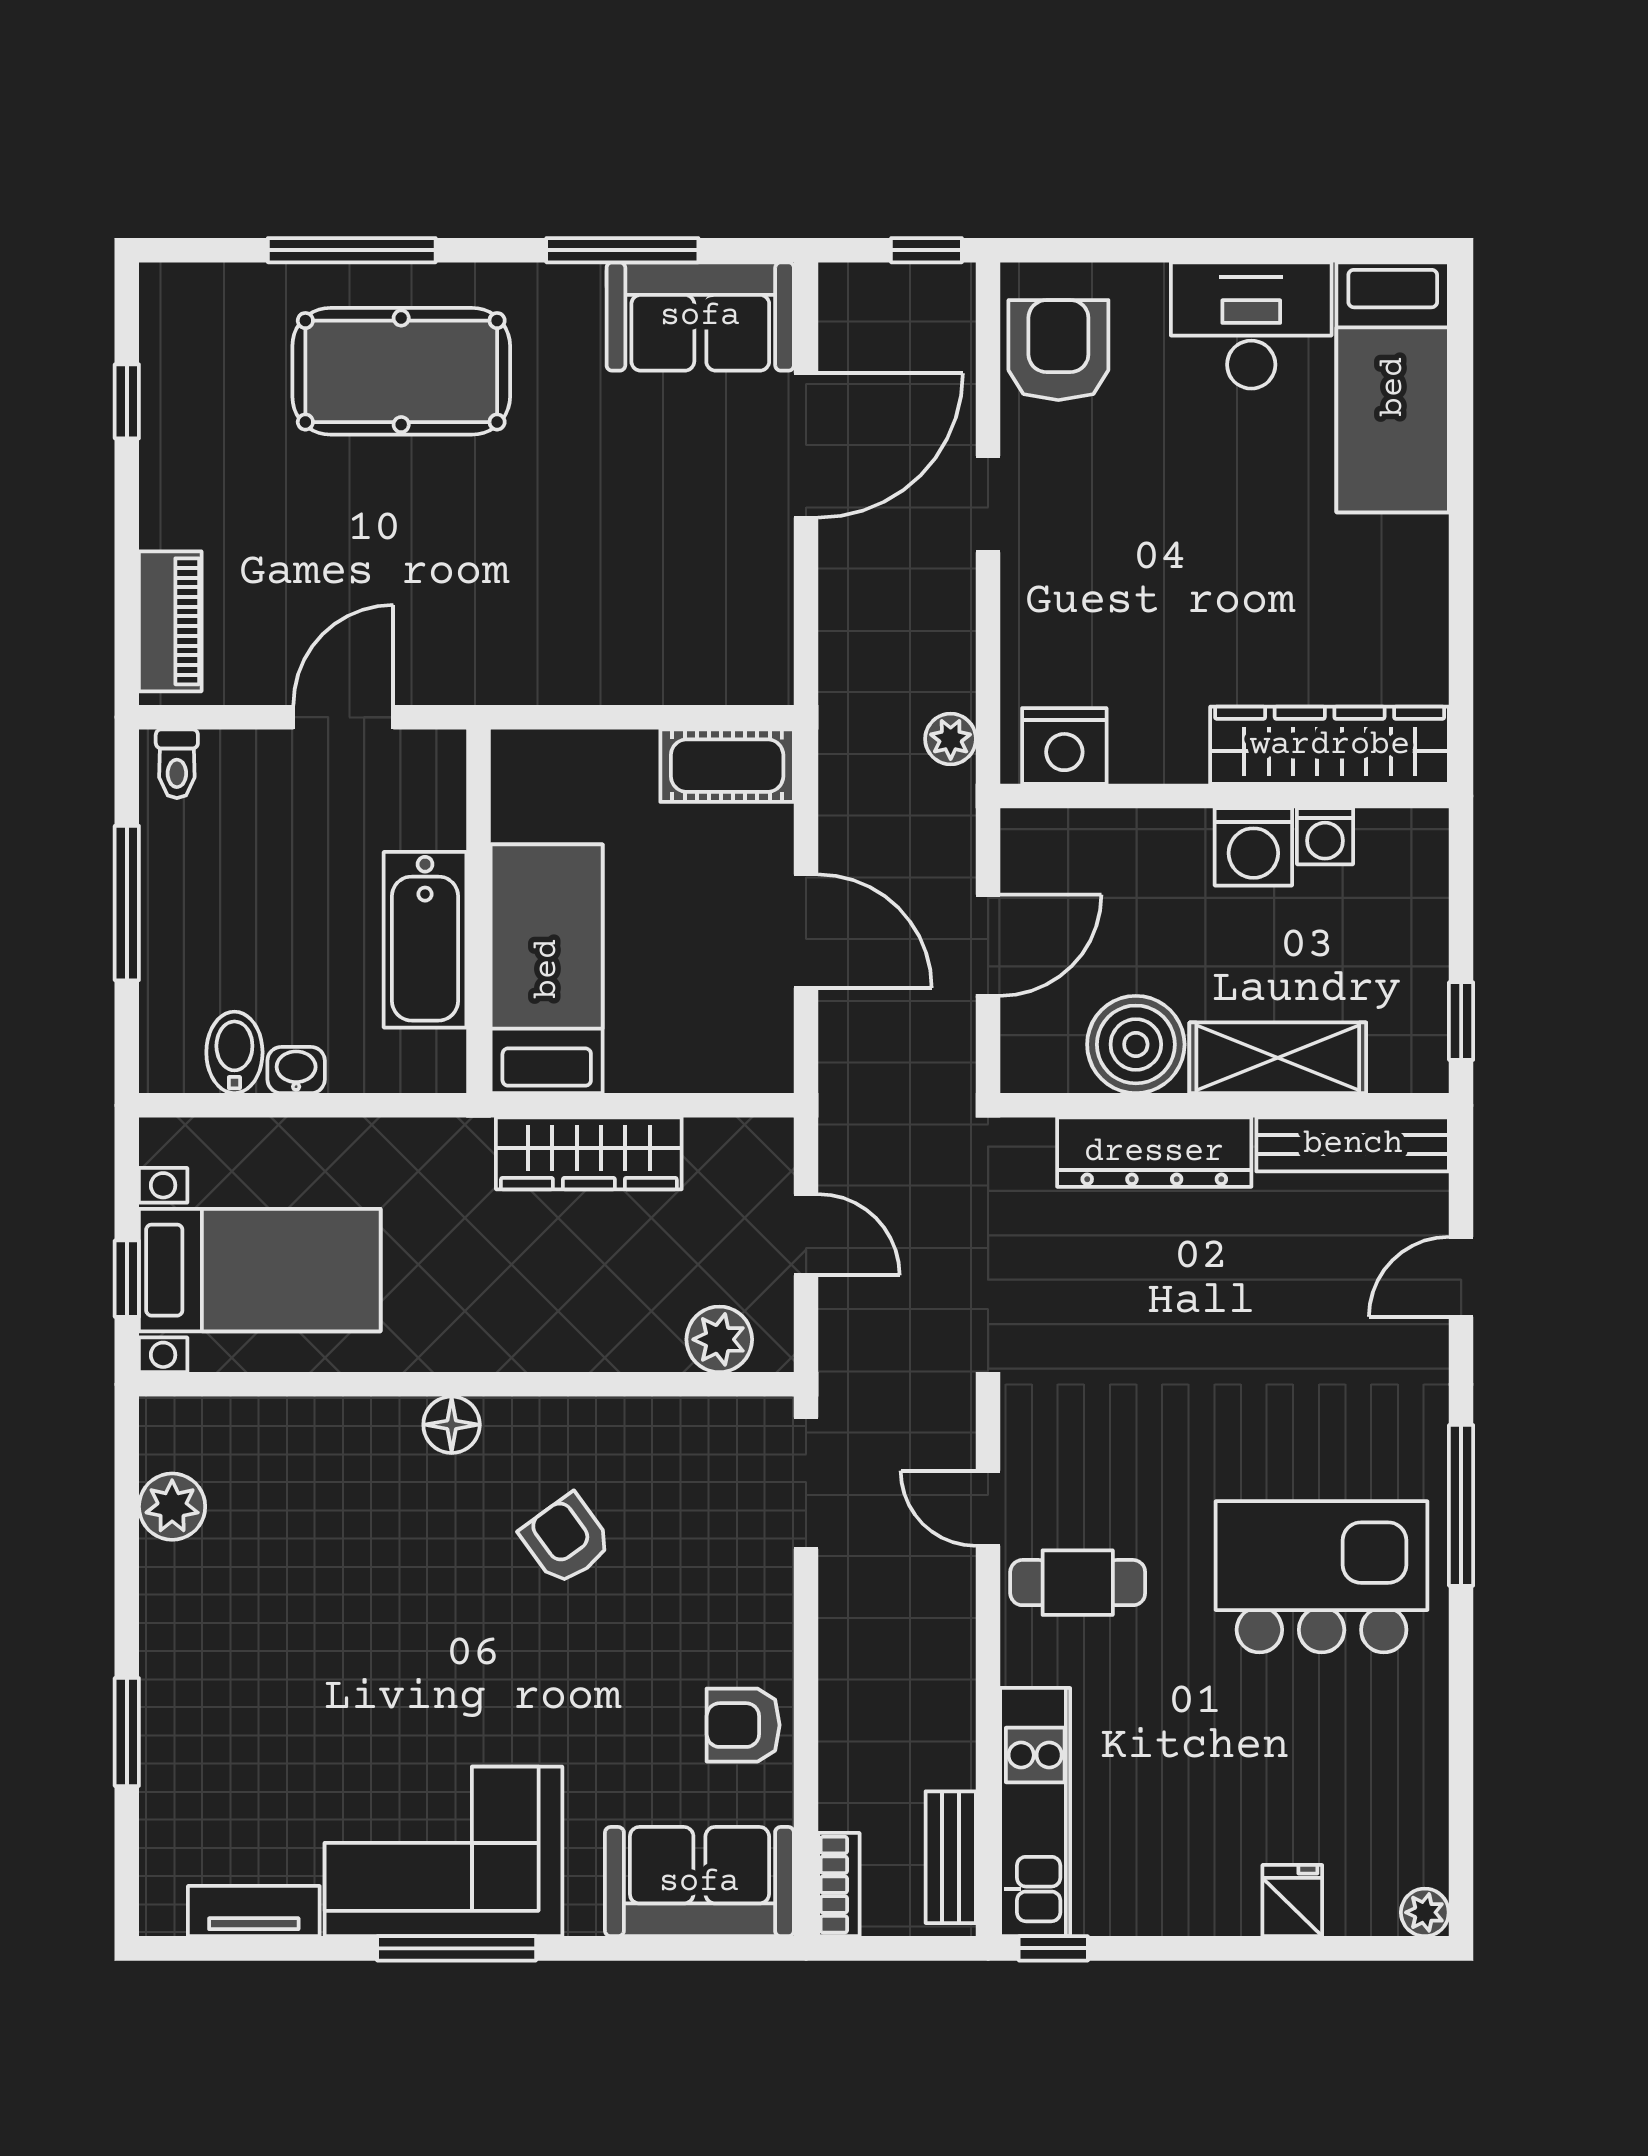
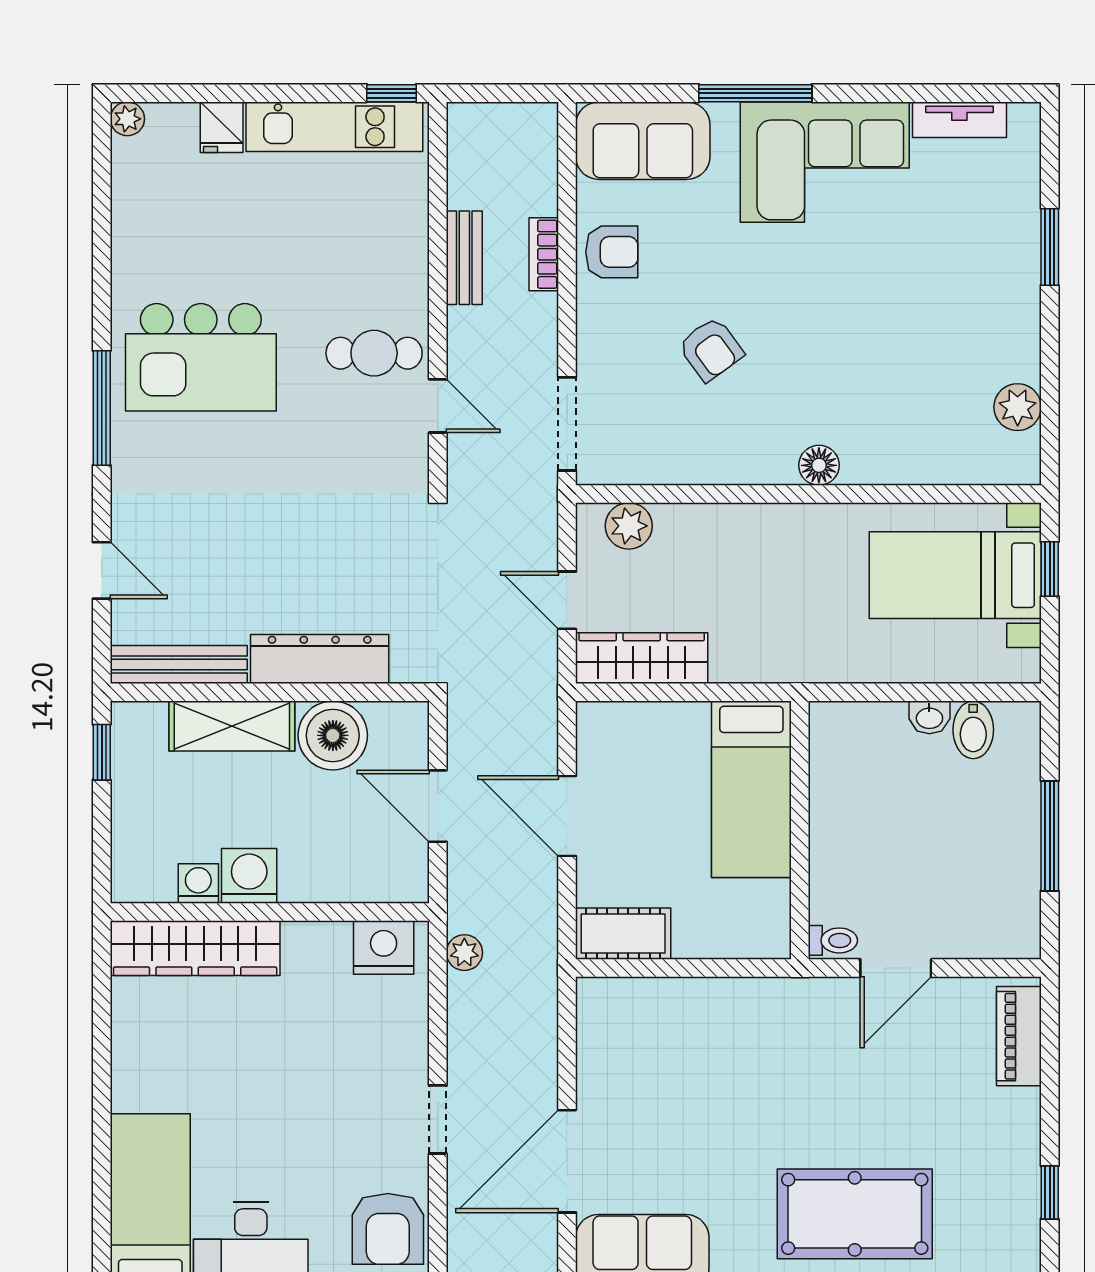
toilet: (177, 764) -> (833, 940), moved, turned 90
bathtub: (425, 940) -> (838, 810), removed
door: (988, 945) -> (438, 806), hinge flipped
wardrobe: (589, 1153) -> (642, 658), moved
door: (1461, 1277) -> (102, 570), hinge flipped
armchair: (566, 1539) -> (711, 349), moved
kitchen unit: (1035, 1812) -> (334, 127), moved, turned -90
bench: (951, 1857) -> (464, 258), moved
bookcase: (839, 1885) -> (544, 254), moved
window: (457, 1948) -> (755, 93), moved

